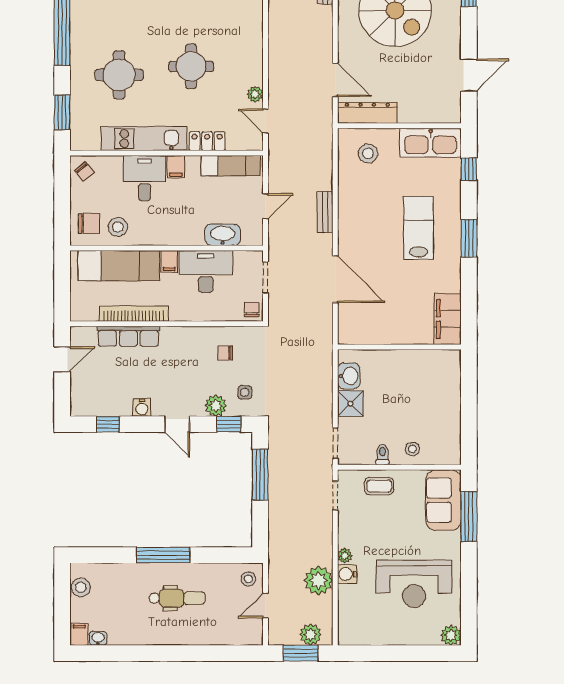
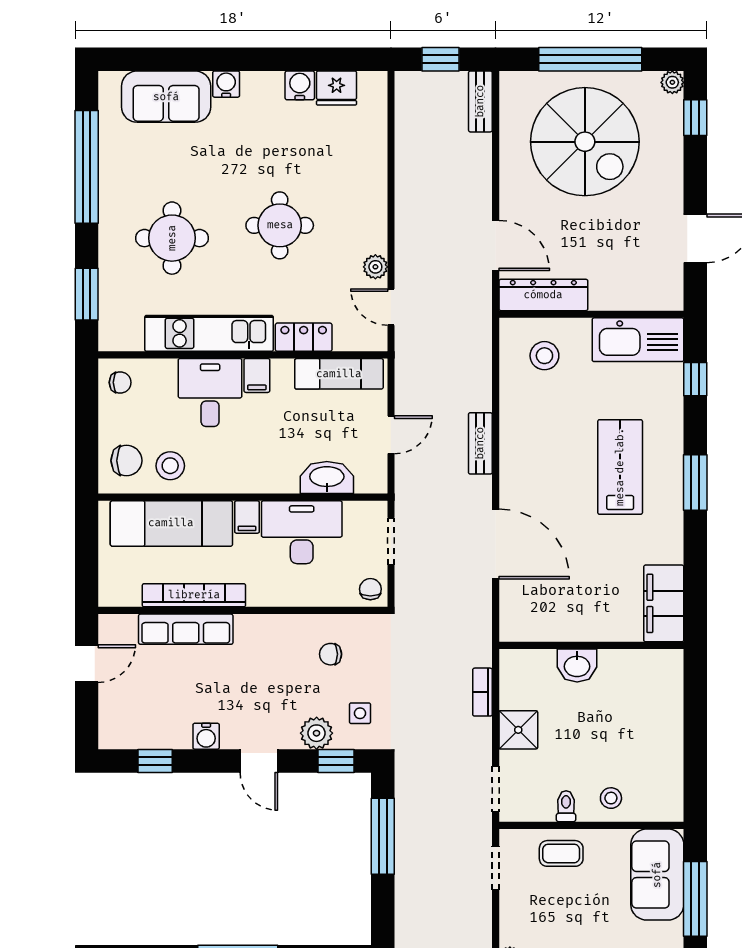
chair: (84, 171) -> (120, 382), turned -50
washbasin: (349, 376) -> (577, 665), moved, turned 90
bookcase: (327, 378) -> (482, 692), added

